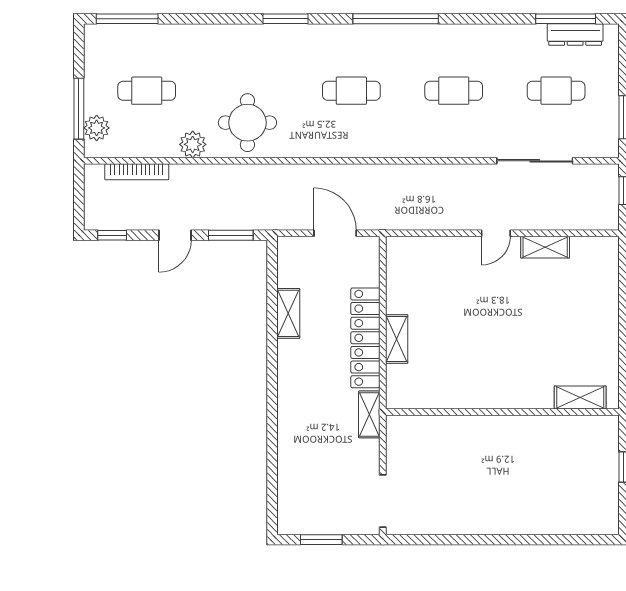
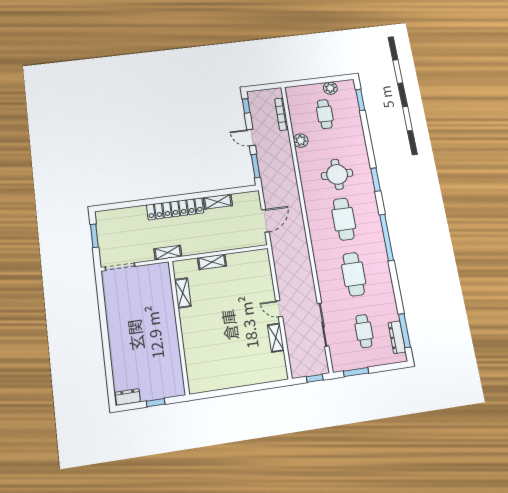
window: (127, 19) -> (360, 100), width x0.69
cafe table: (351, 91) -> (344, 219), width x1.37, depth x1.35
cafe table: (454, 91) -> (354, 274), width x1.37, depth x1.35
window: (79, 109) -> (309, 82), removed
round table: (247, 123) -> (337, 174), moved
plant: (97, 128) -> (330, 88), moved
locker: (365, 338) -> (175, 209), moved, turned 180
shelving: (580, 398) -> (183, 293), moved
dresser: (608, 512) -> (128, 397), added

